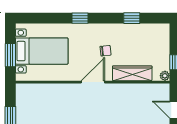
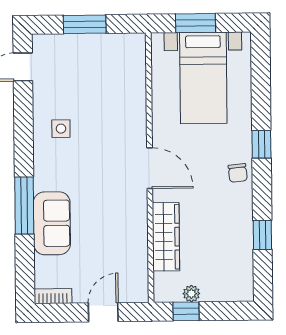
chair: (106, 51) -> (238, 173), moved
plant: (165, 76) -> (191, 294), moved

